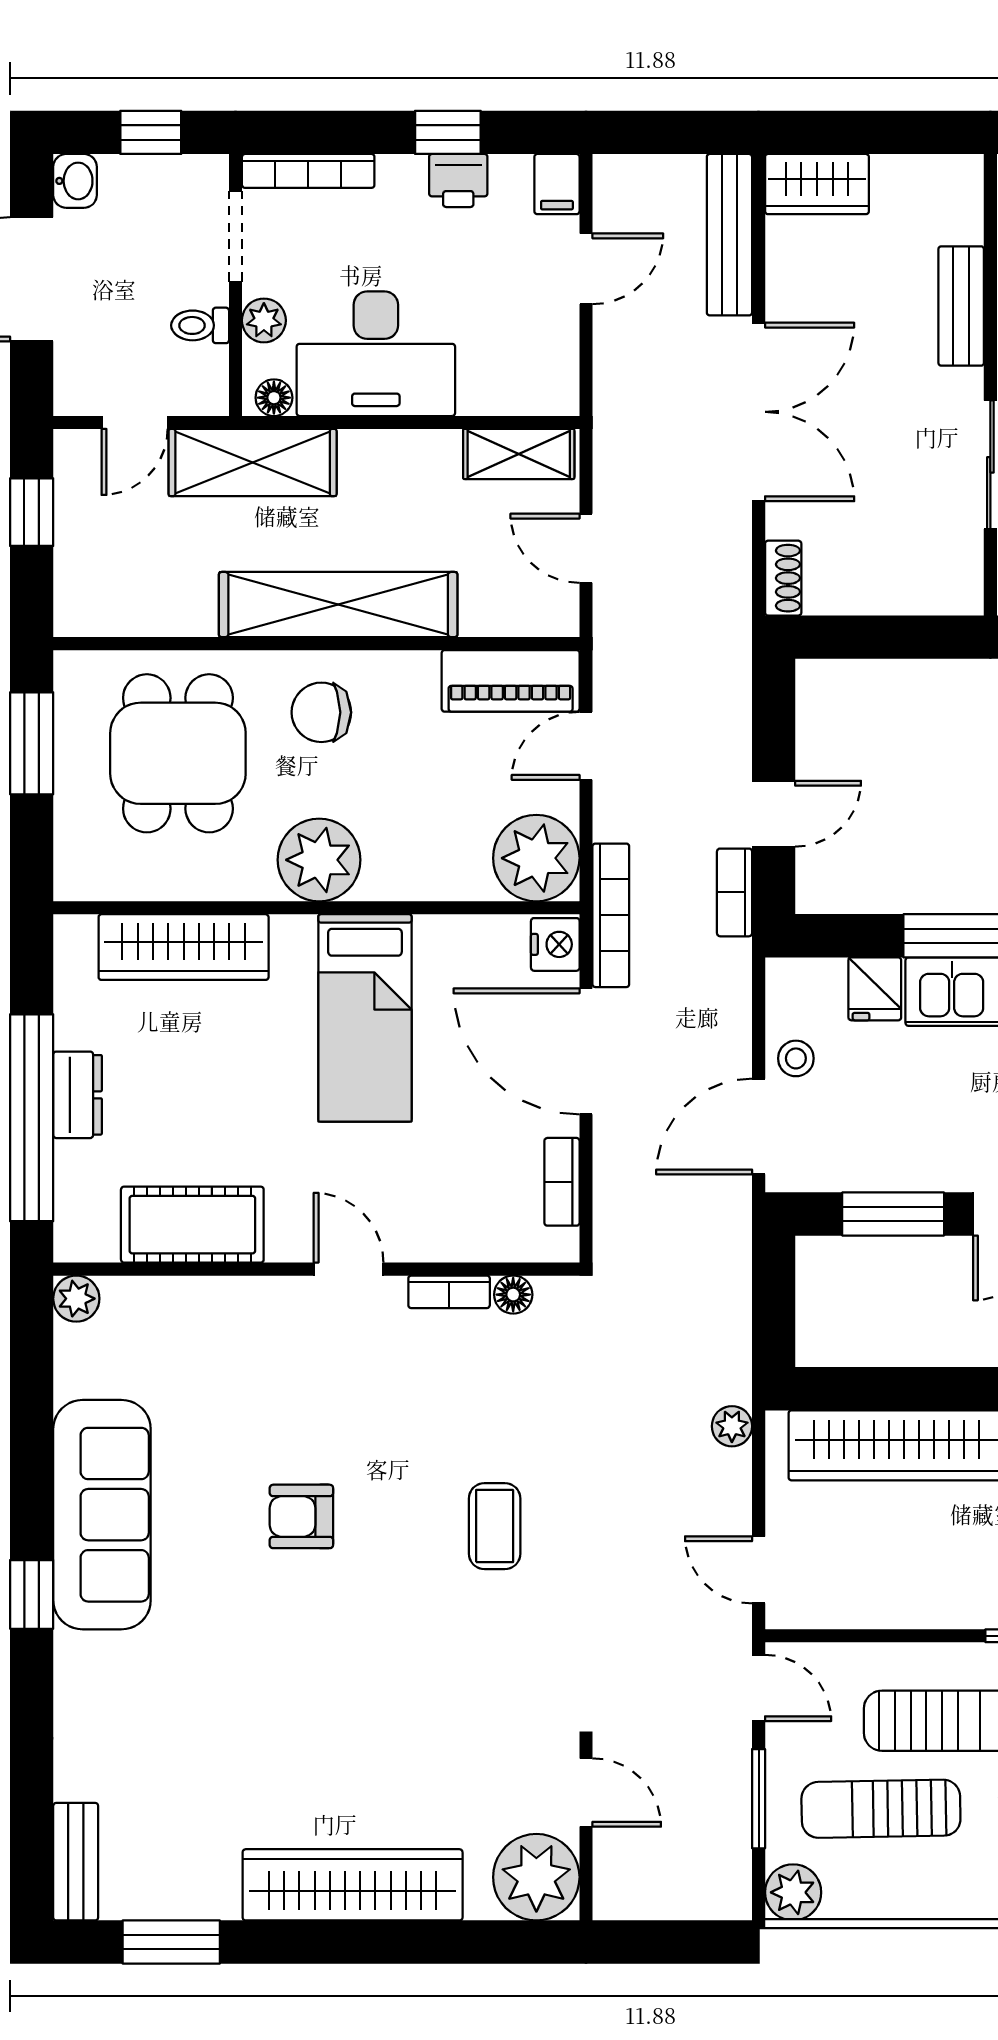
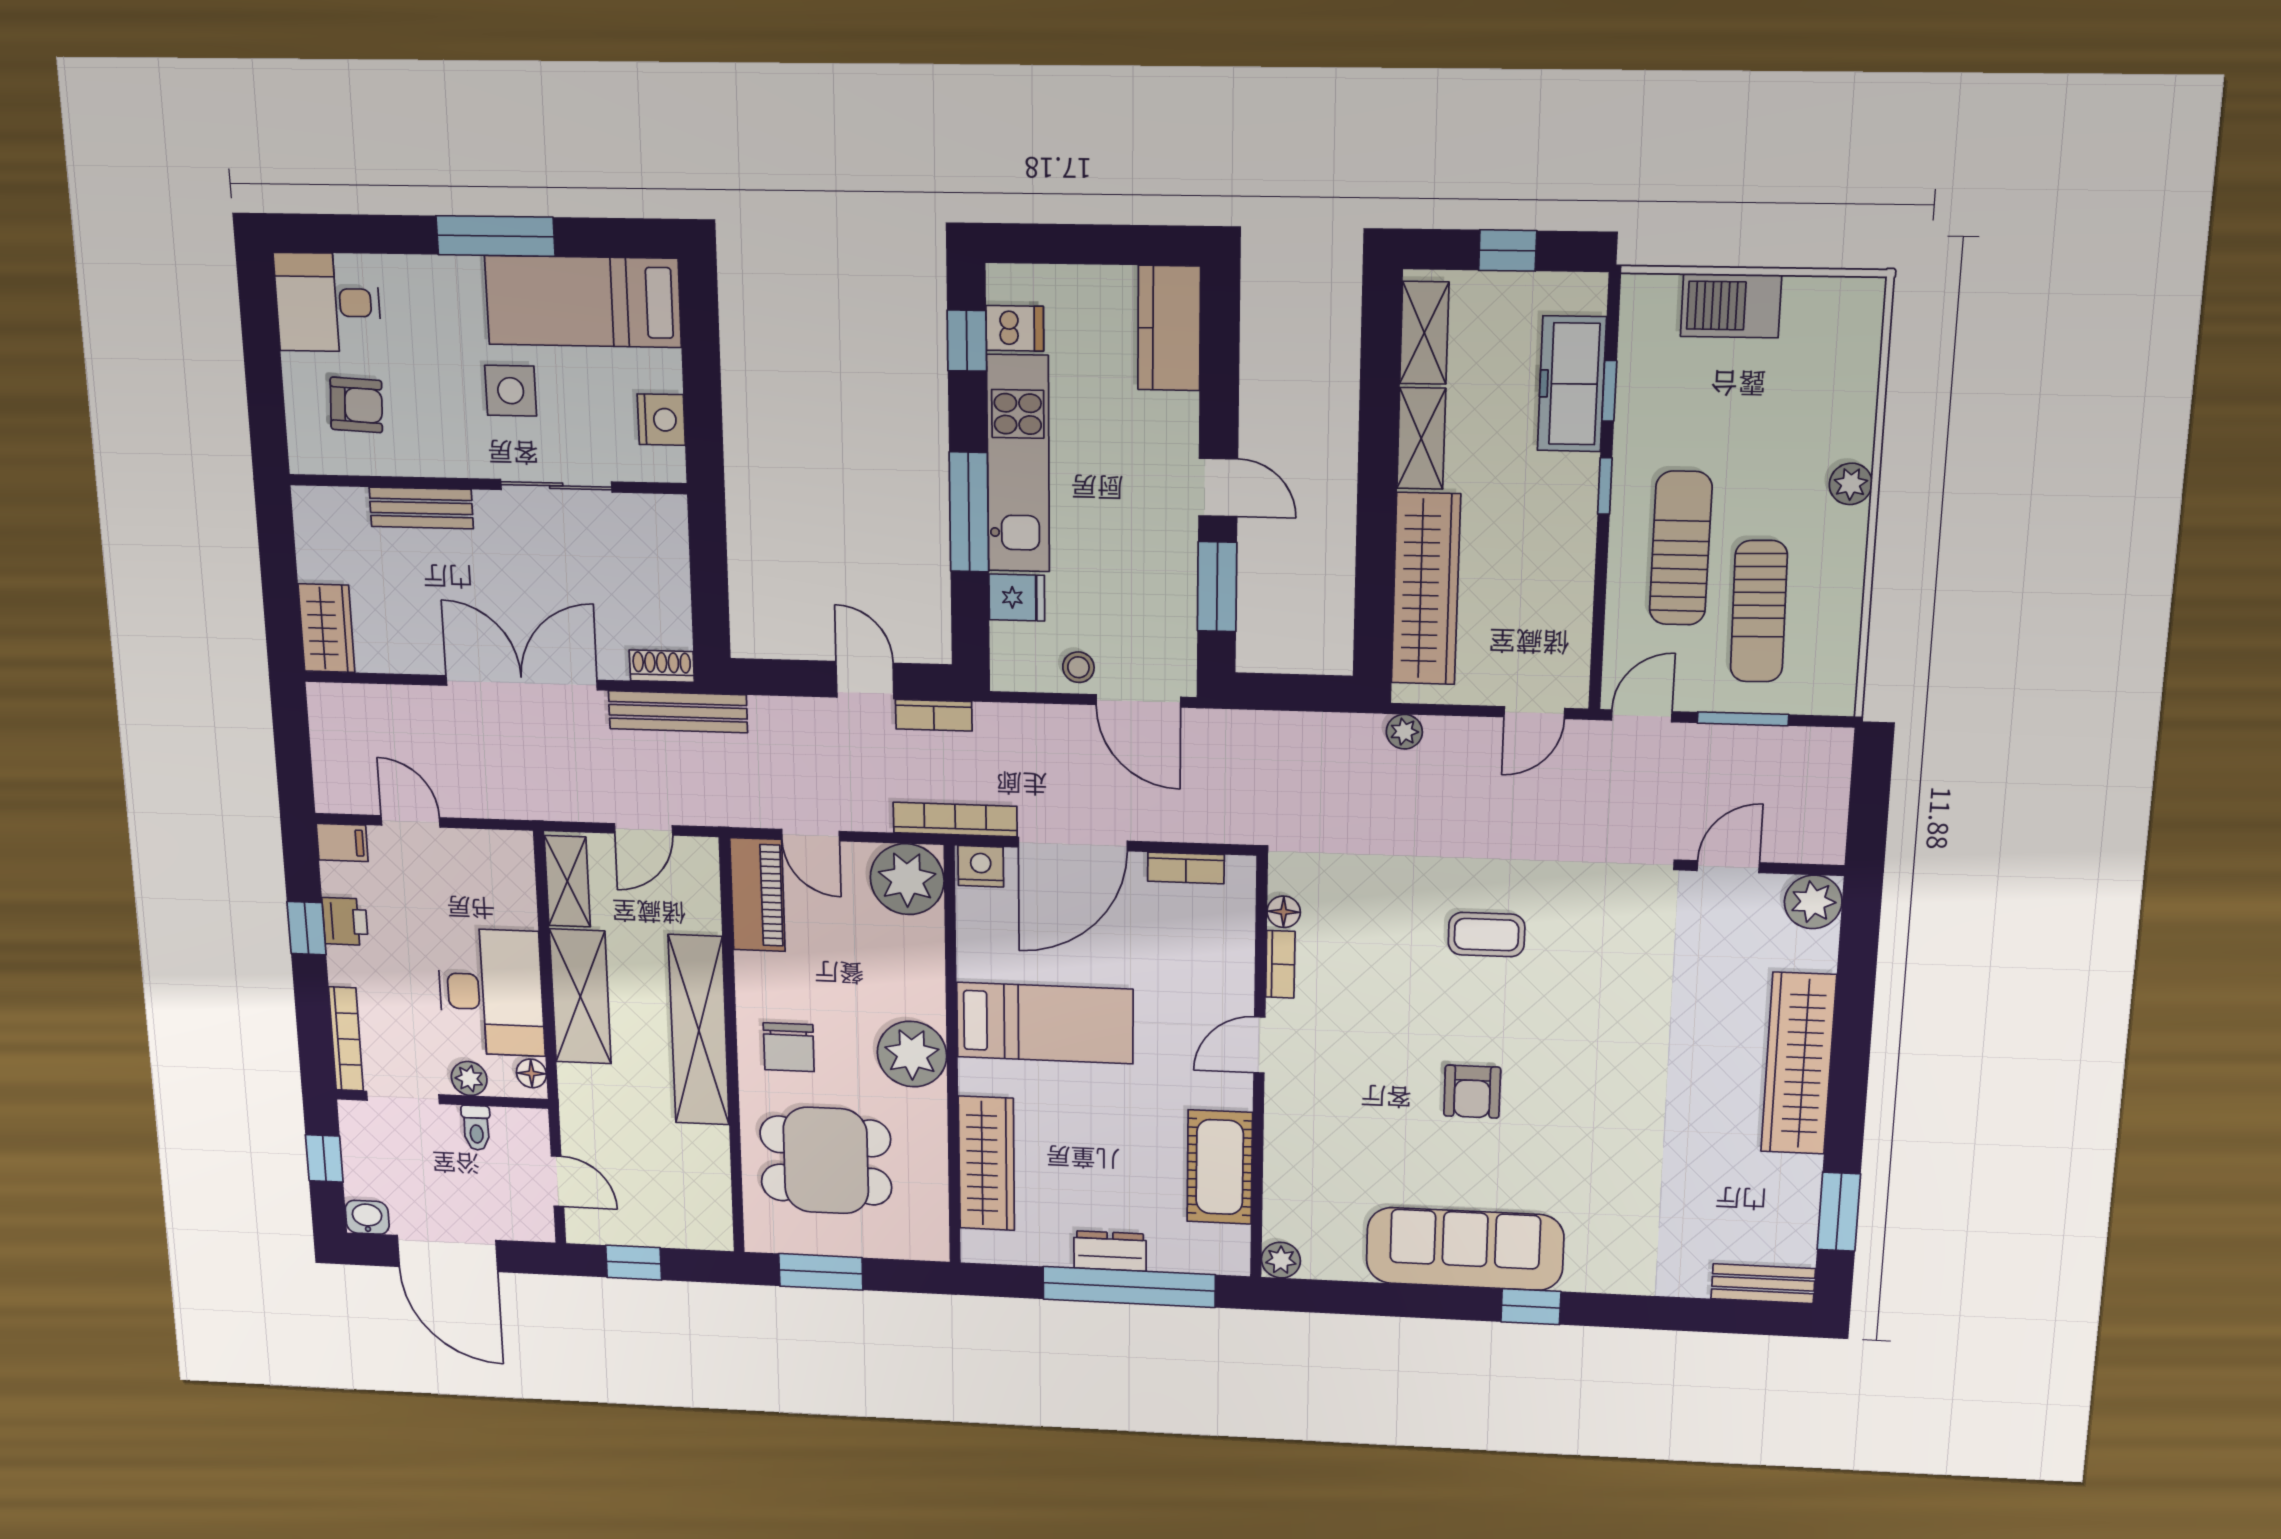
bench: (729, 235) -> (678, 712), moved
shelving: (253, 463) -> (580, 997), moved
plant: (536, 1877) -> (1813, 902), width x0.73, depth x0.73
plant: (793, 1892) -> (1831, 691), removed

